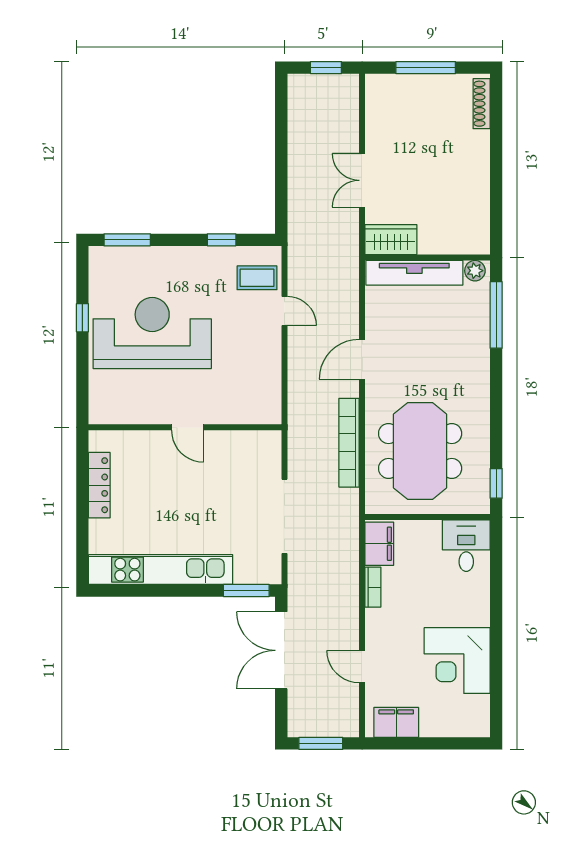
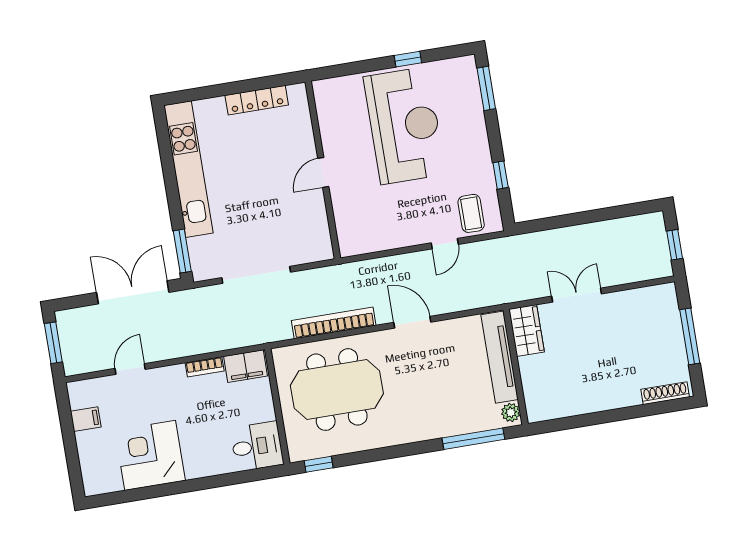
filing cabinet: (396, 722) -> (86, 419), width x0.50

